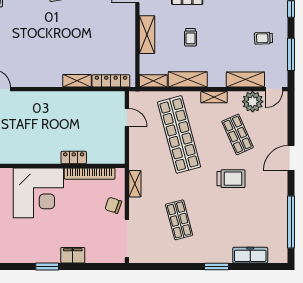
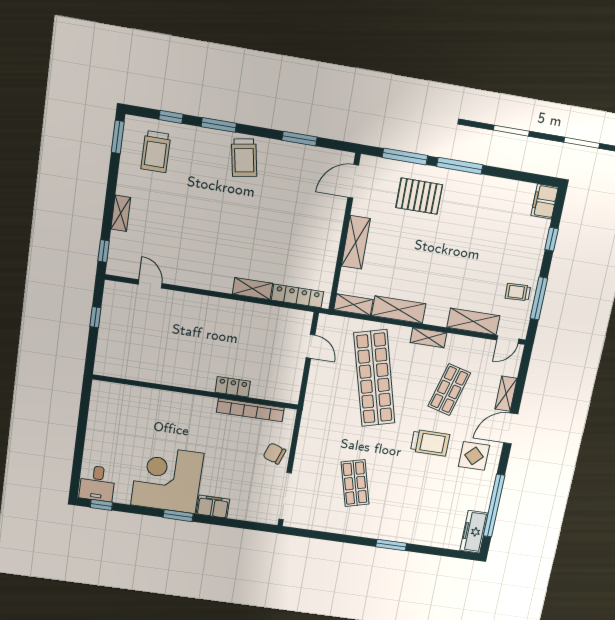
trolley: (191, 37) -> (413, 255), removed
trolley: (263, 38) -> (518, 292), moved
plant: (253, 102) -> (477, 351), removed
shop shelf: (238, 134) -> (449, 390), turned 39
shelving: (135, 184) -> (506, 394), moved
display table: (267, 184) -> (474, 456), added
corner desk: (38, 193) -> (167, 479), moved, turned 180
freezer: (250, 255) -> (474, 532), moved, turned -90

